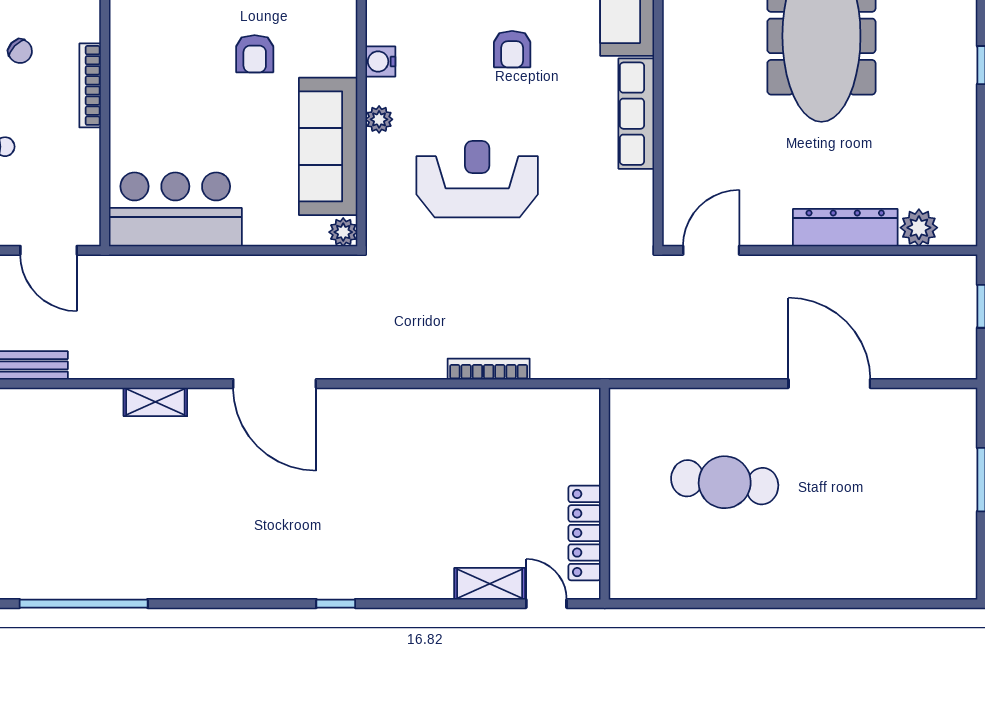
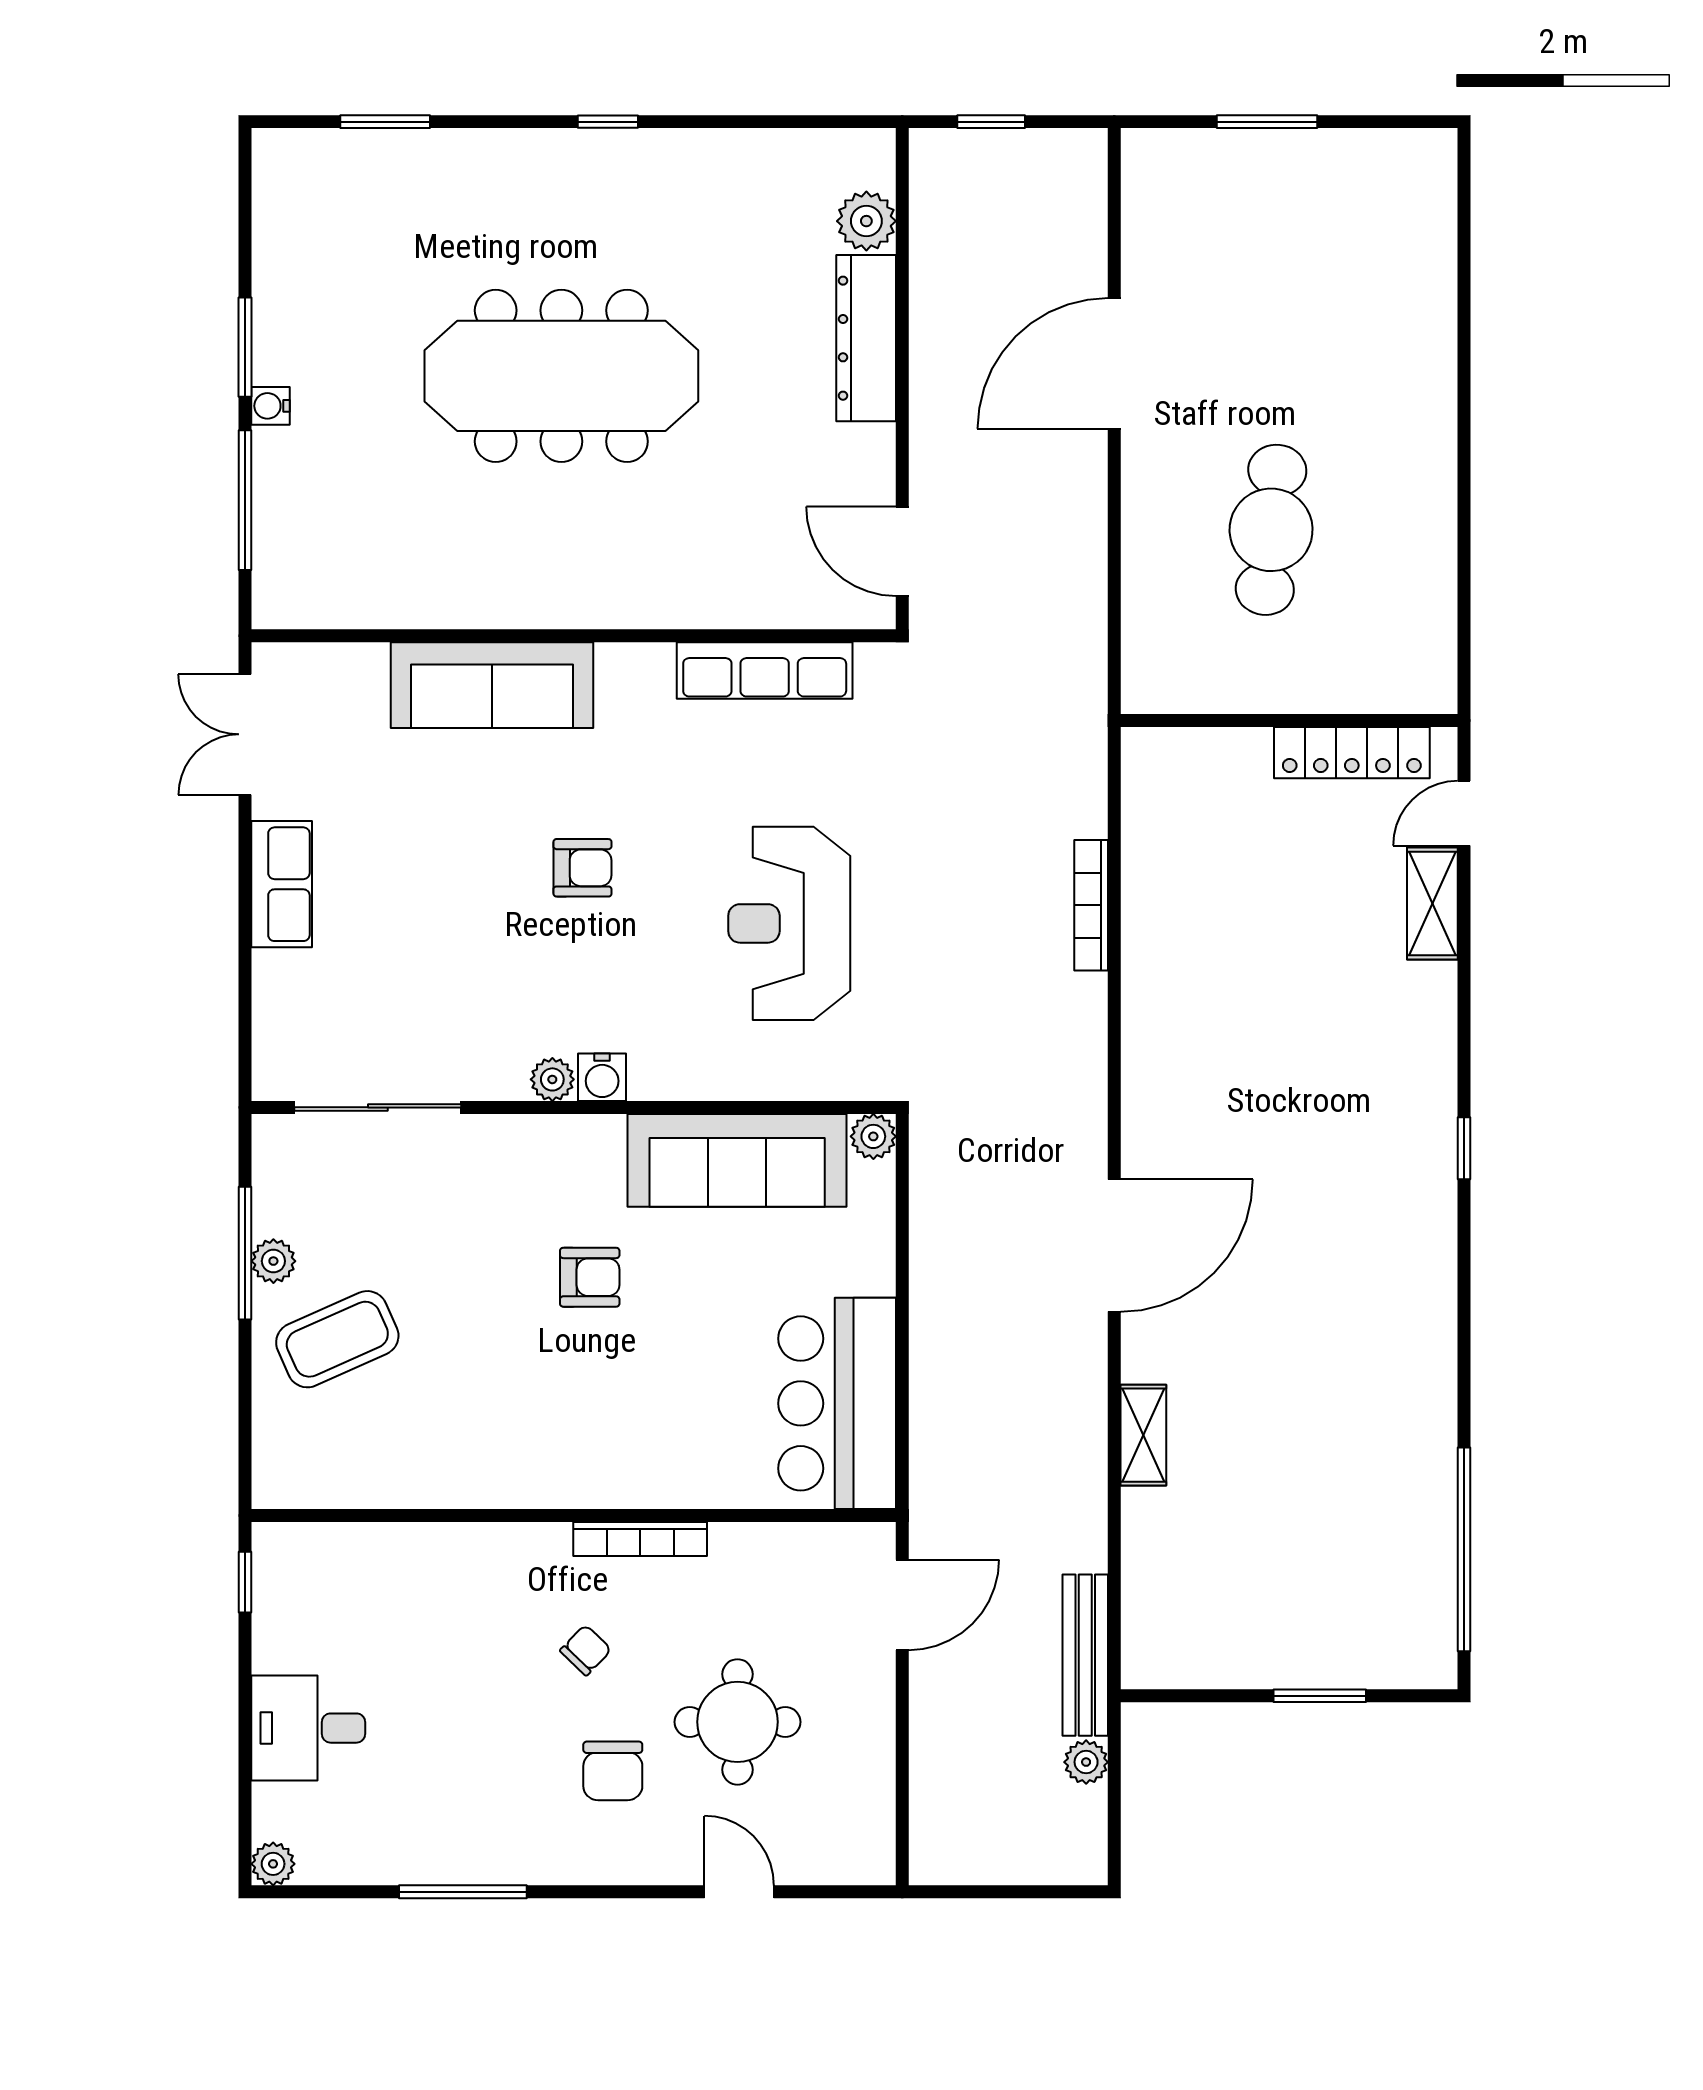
row of seats: (636, 114) -> (765, 670), moved
plant: (379, 119) -> (552, 1079), moved

